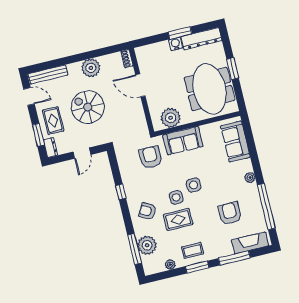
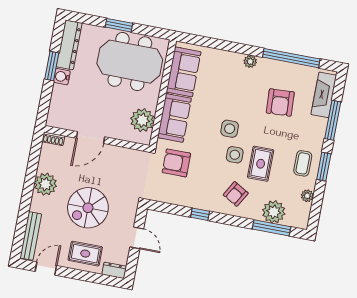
window: (38, 135) -> (94, 278), removed
sofa: (235, 141) -> (184, 72), moved, turned -90
armchair: (230, 213) -> (280, 102), turned -93

